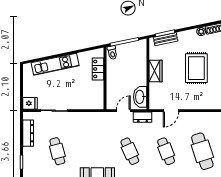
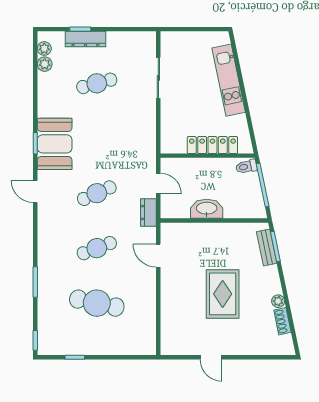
rug: (196, 68) -> (223, 294), turned 90
locker: (98, 69) -> (212, 145), width x1.53
wardrobe: (156, 71) -> (218, 232), removed
washbasin: (140, 97) -> (207, 209), moved
fridge: (30, 103) -> (169, 42), removed
dresser: (28, 133) -> (85, 39), moved
cafe table: (202, 151) -> (97, 303), turned 30

